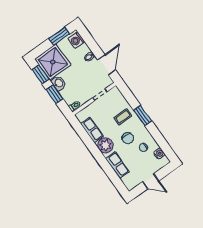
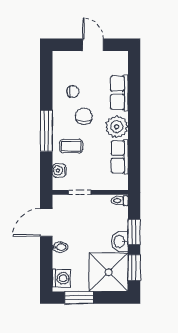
window: (143, 115) -> (46, 131), width x1.44
water cooler: (159, 154) -> (59, 170), moved

